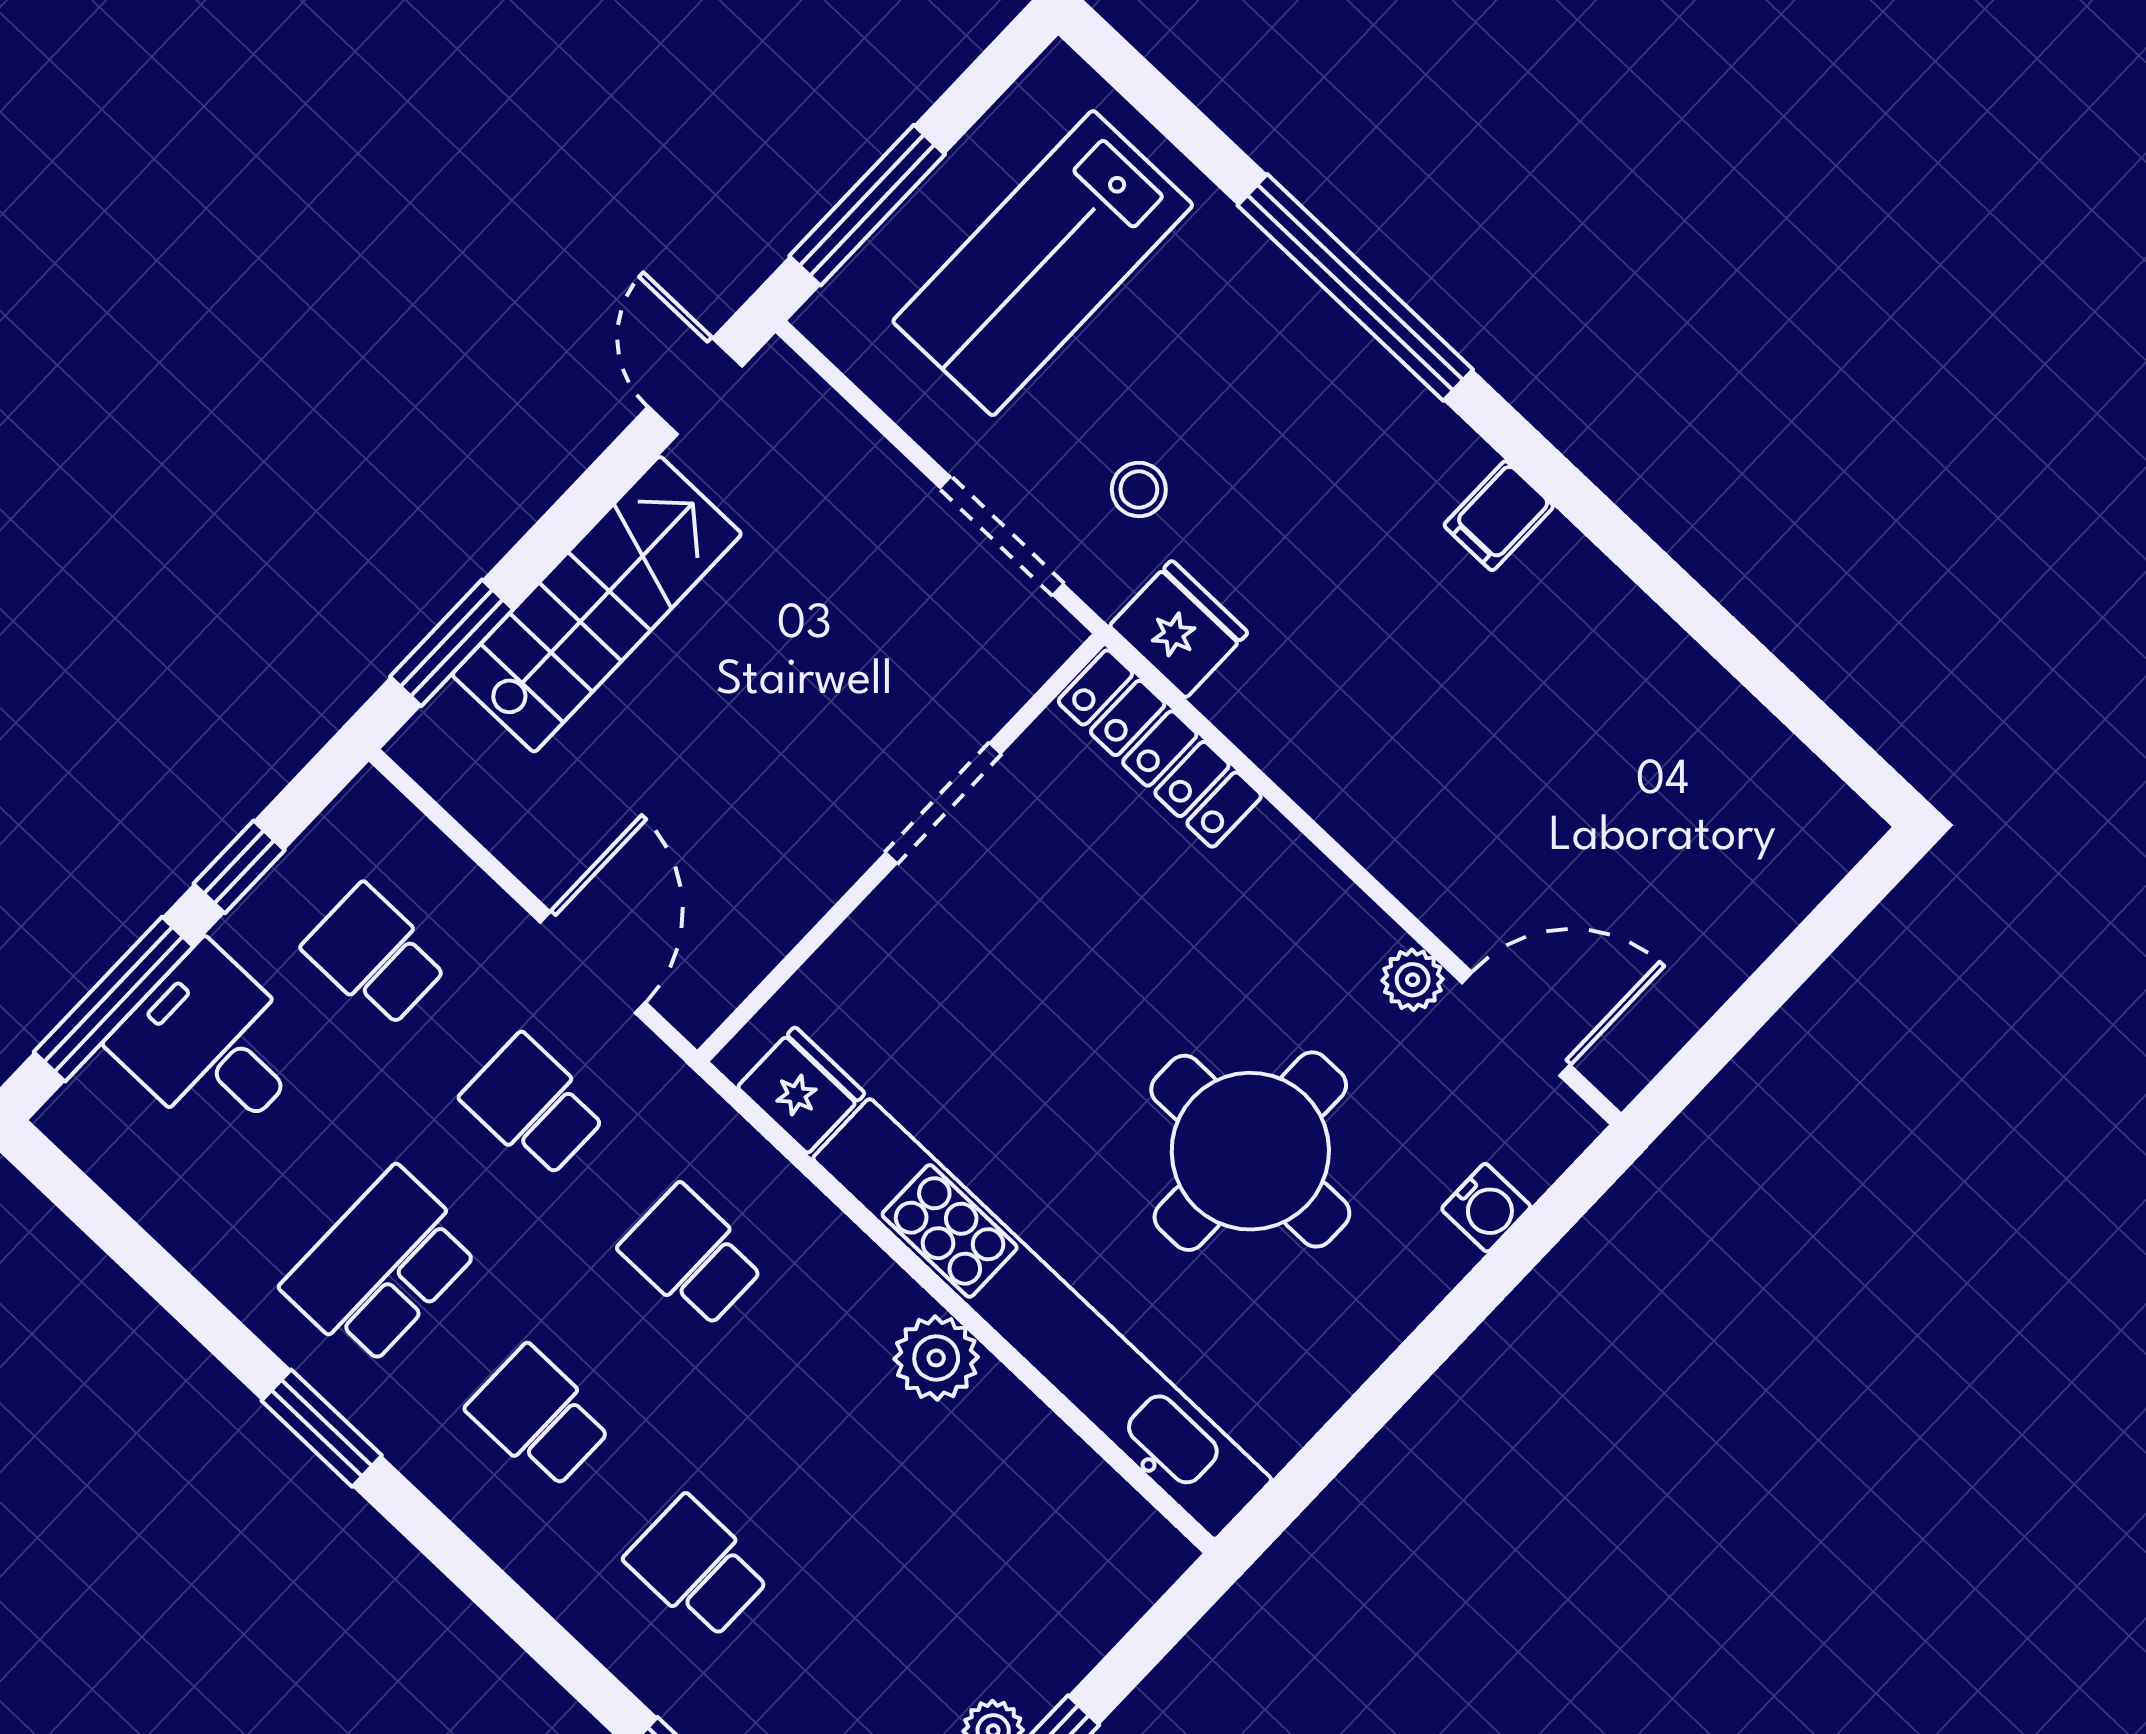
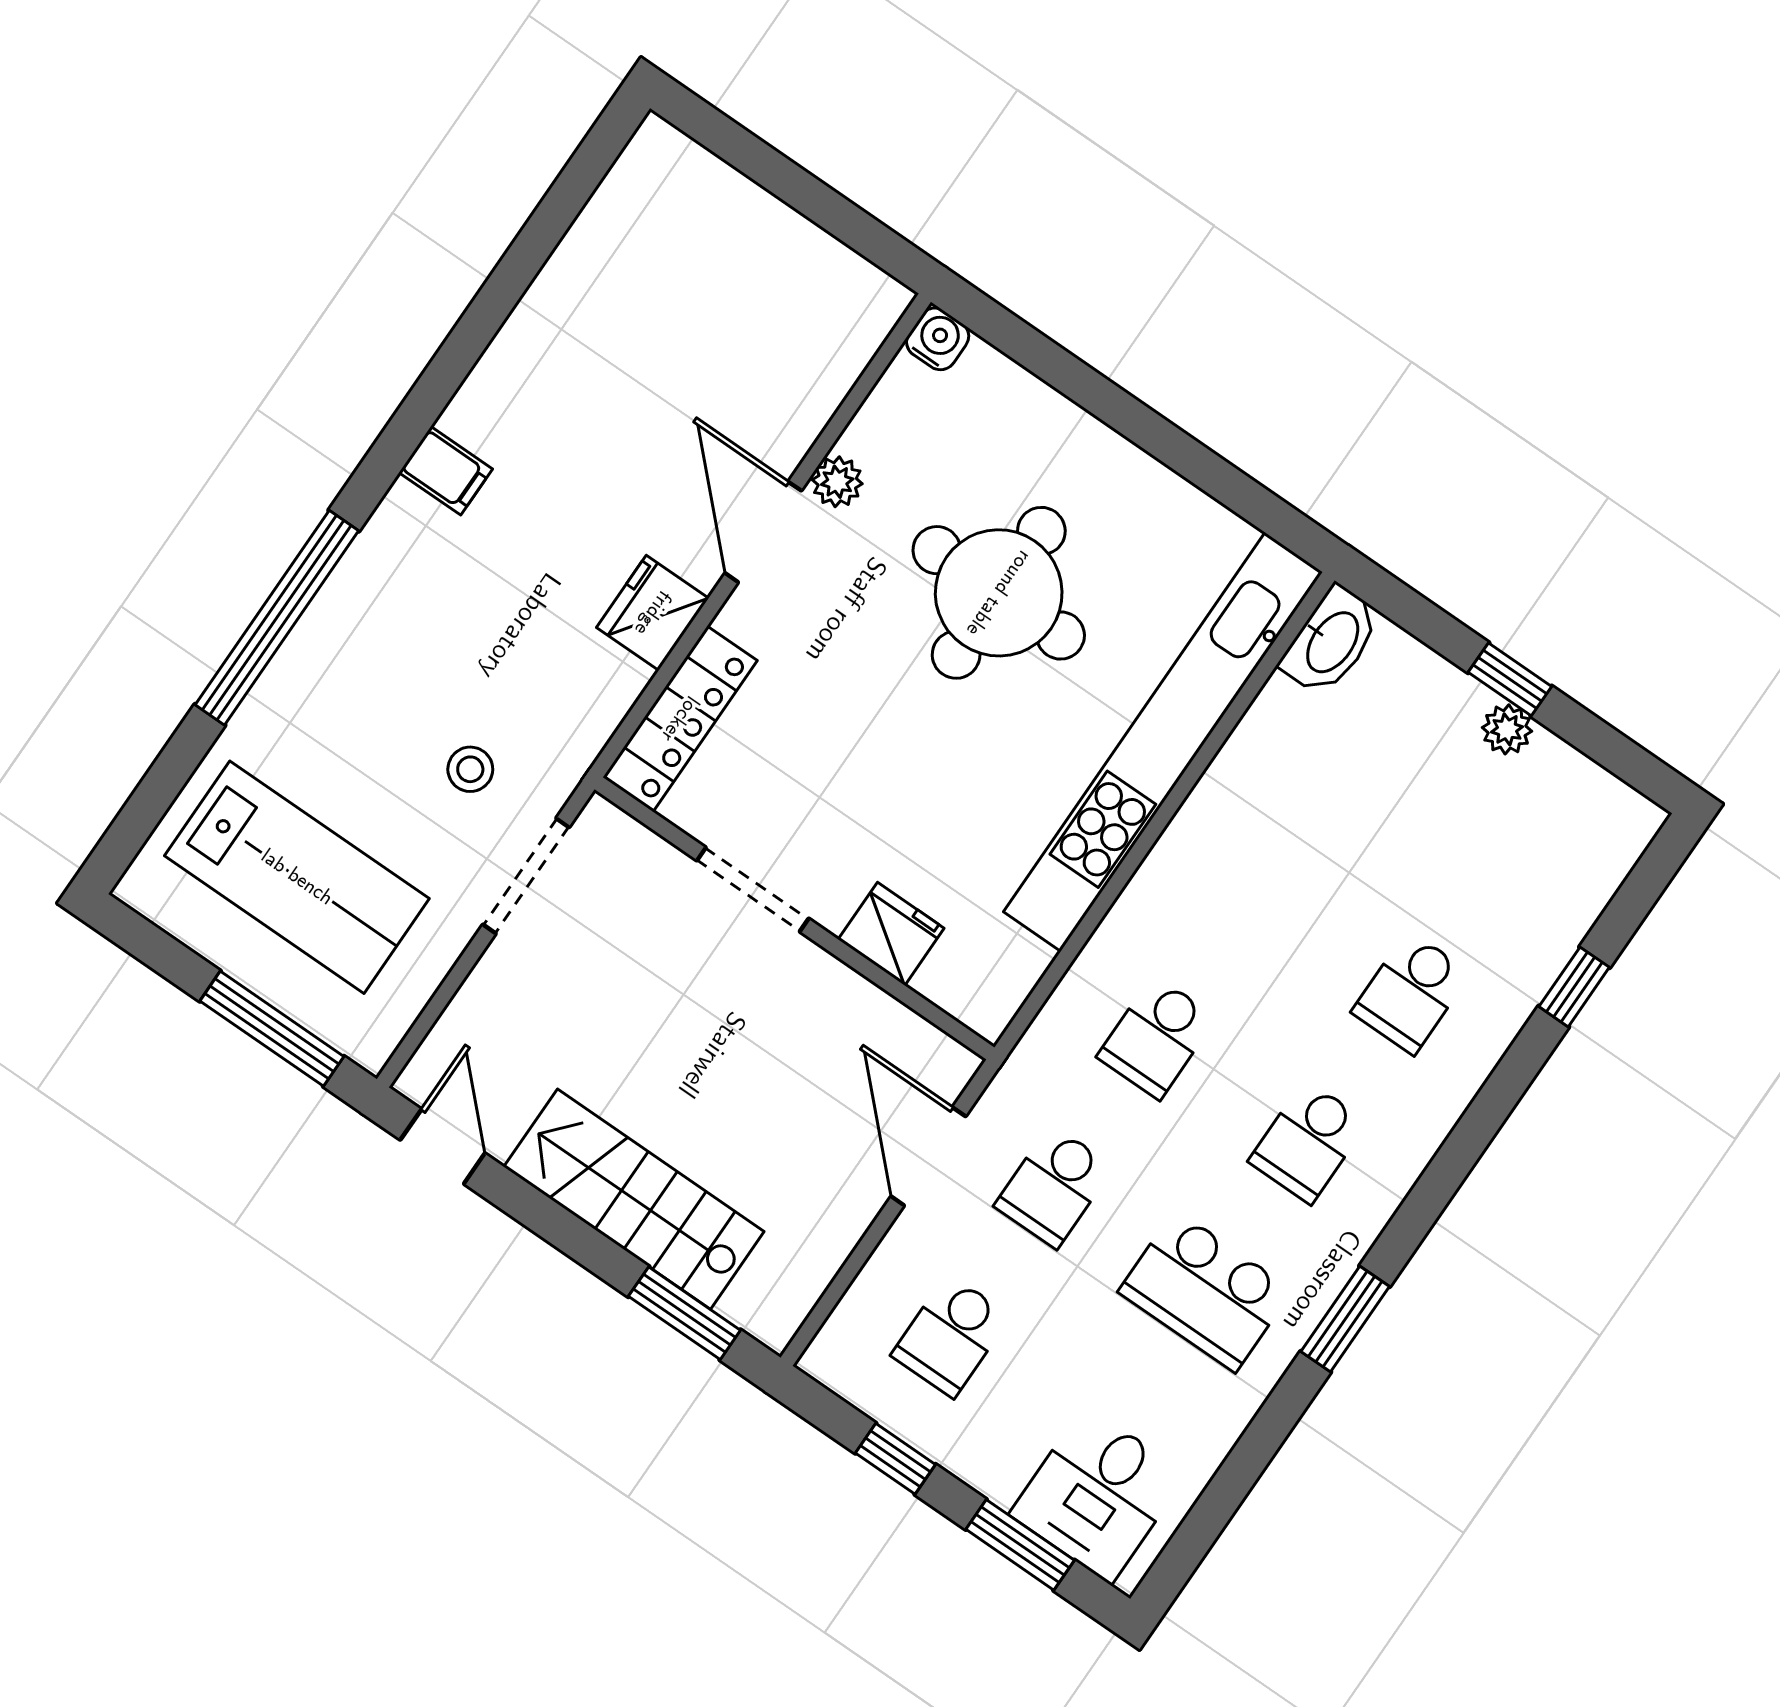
door: (695, 386) -> (443, 1147), swing flipped
fridge: (1179, 629) -> (653, 613), moved
door: (593, 962) -> (928, 1156), hinge flipped
window: (114, 999) -> (1020, 1545), width x0.69
door: (1516, 1024) -> (763, 532), moved
desk: (212, 1045) -> (1098, 1495), moved
fridge: (801, 1090) -> (891, 934), moved, turned 90
water cooler: (1486, 1208) -> (938, 339), moved
plant: (936, 1358) -> (1209, 824), removed
washbasin: (1131, 1538) -> (1331, 641), added

